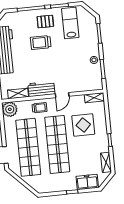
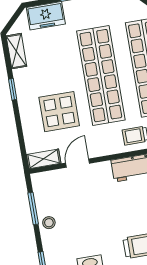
door: (62, 95) -> (78, 163), moved

